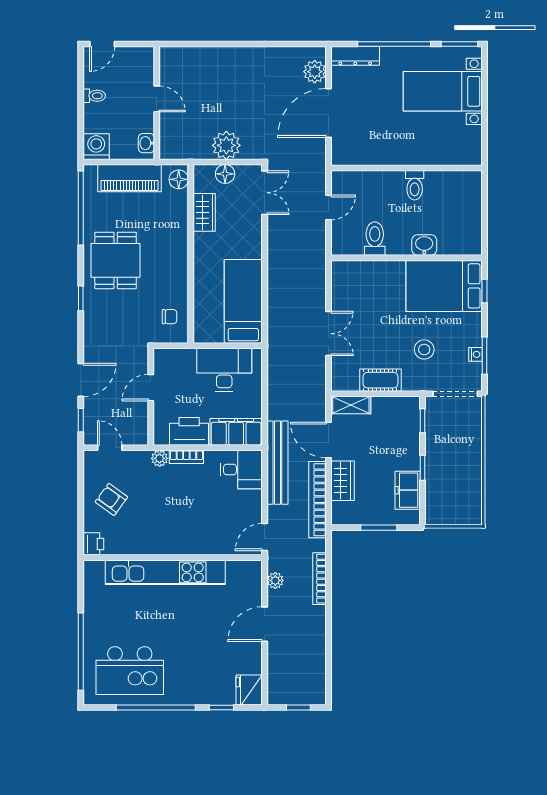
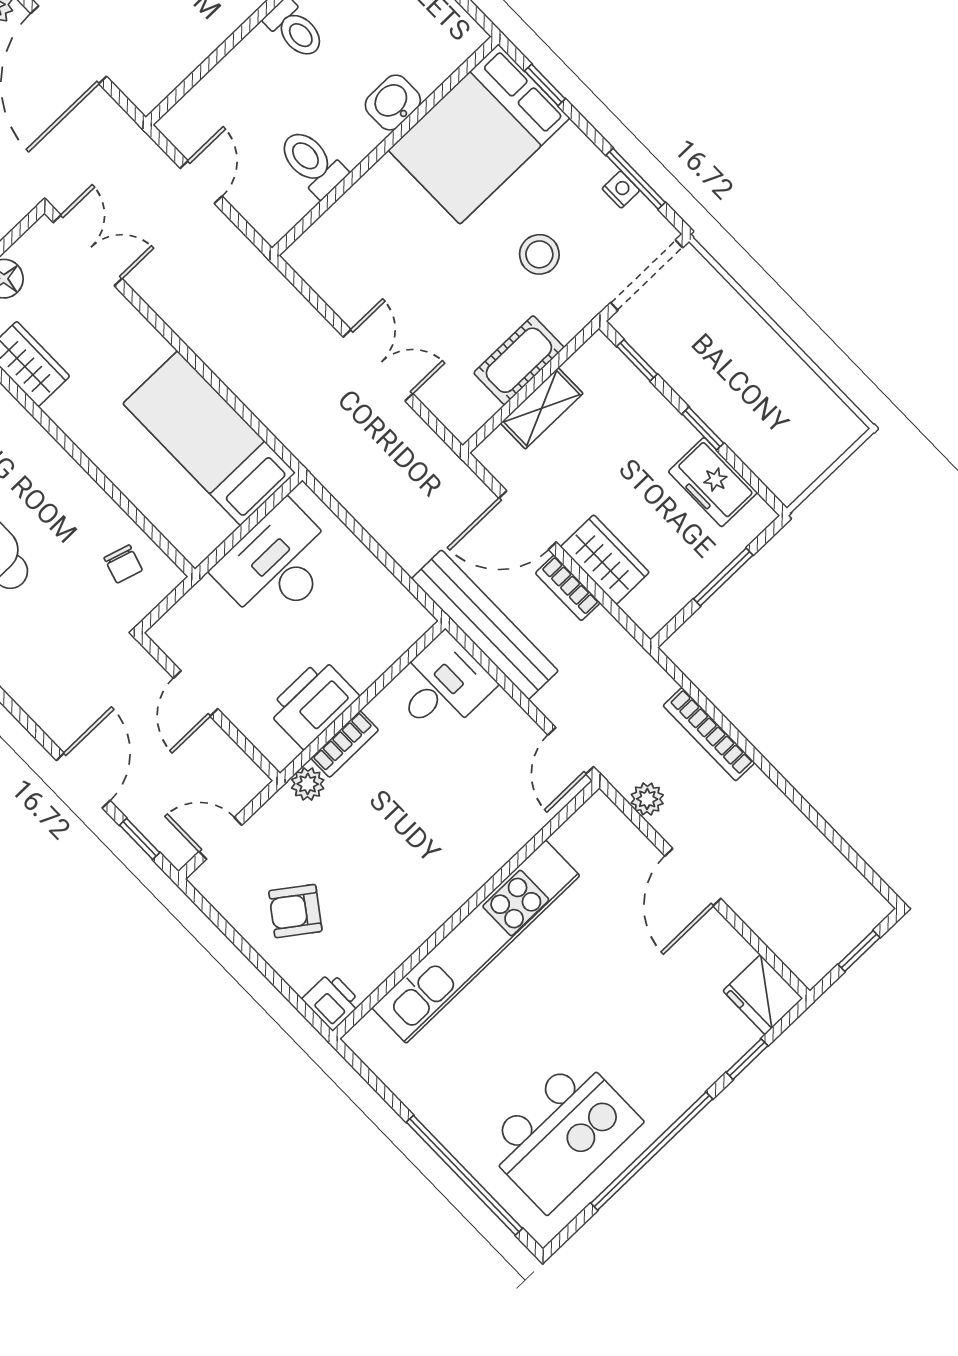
chair: (169, 317) -> (123, 564), turned 107
shelving: (351, 405) -> (542, 408), moved
filing cabinet: (236, 432) -> (382, 638), removed
bookcase: (318, 500) -> (568, 588), width x0.43, depth x0.76

